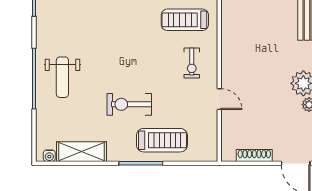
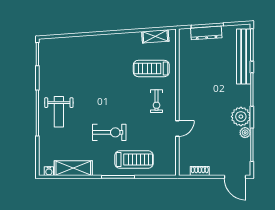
door: (219, 99) -> (177, 128), hinge flipped
exercise bike: (129, 104) -> (109, 132), turned 180
shoe rack: (254, 155) -> (200, 171), width x0.70

